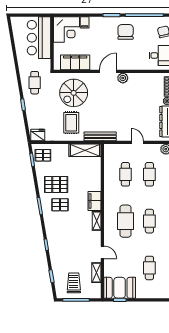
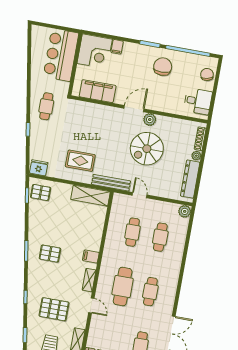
spiral stairs: (74, 93) -> (147, 149), moved
rug: (71, 123) -> (80, 161), turned 90
door: (137, 142) -> (140, 195), moved
pallet: (56, 184) -> (54, 309), moved
filing cabinet: (95, 201) -> (91, 257), width x0.50
door: (102, 252) -> (91, 305), moved

